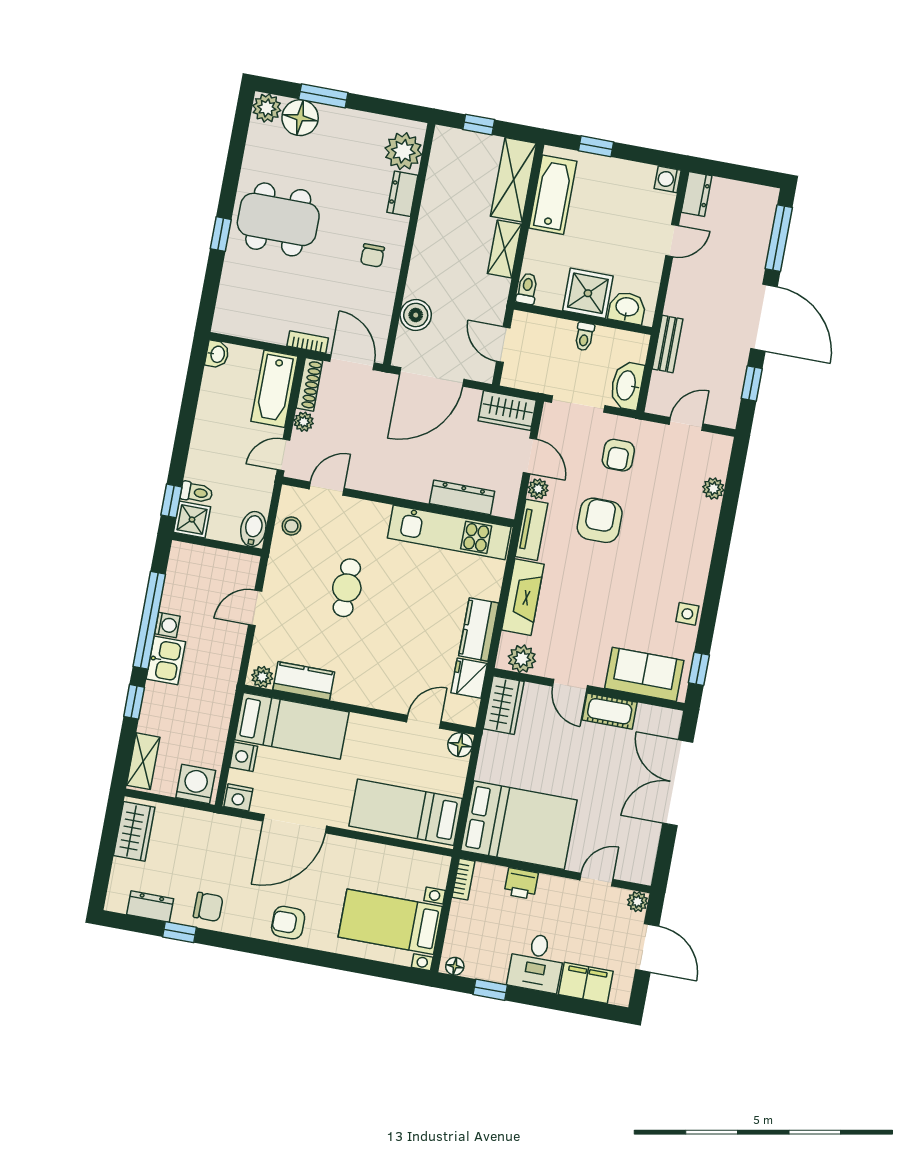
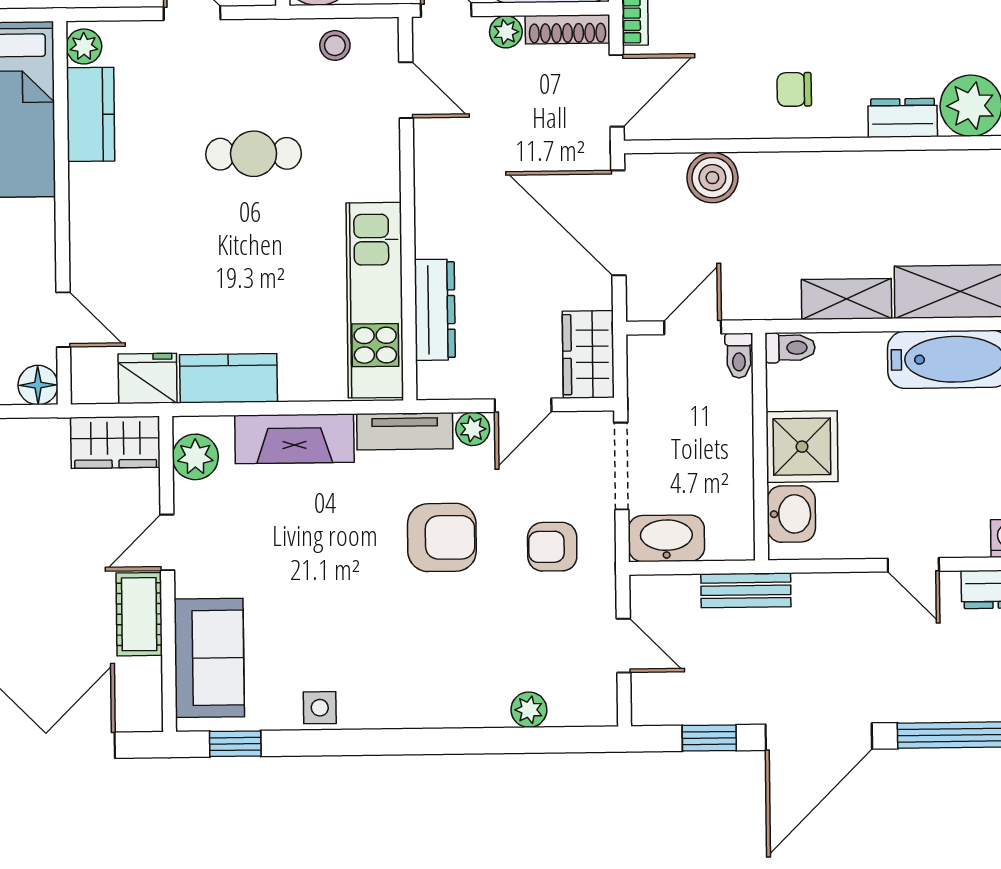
toilet: (584, 337) -> (739, 356), moved, turned -90

